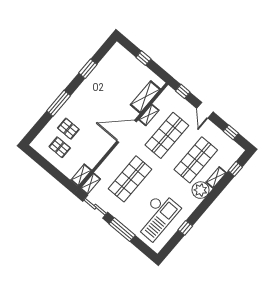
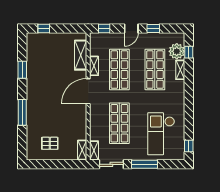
window: (143, 58) -> (44, 28), moved
door: (205, 110) -> (131, 28), hinge flipped
pallet: (68, 129) -> (45, 125), removed
window: (231, 132) -> (153, 28), moved
plant: (201, 190) -> (177, 51), moved
checkout: (157, 216) -> (161, 134), turned 180
window: (185, 228) -> (189, 146), moved

